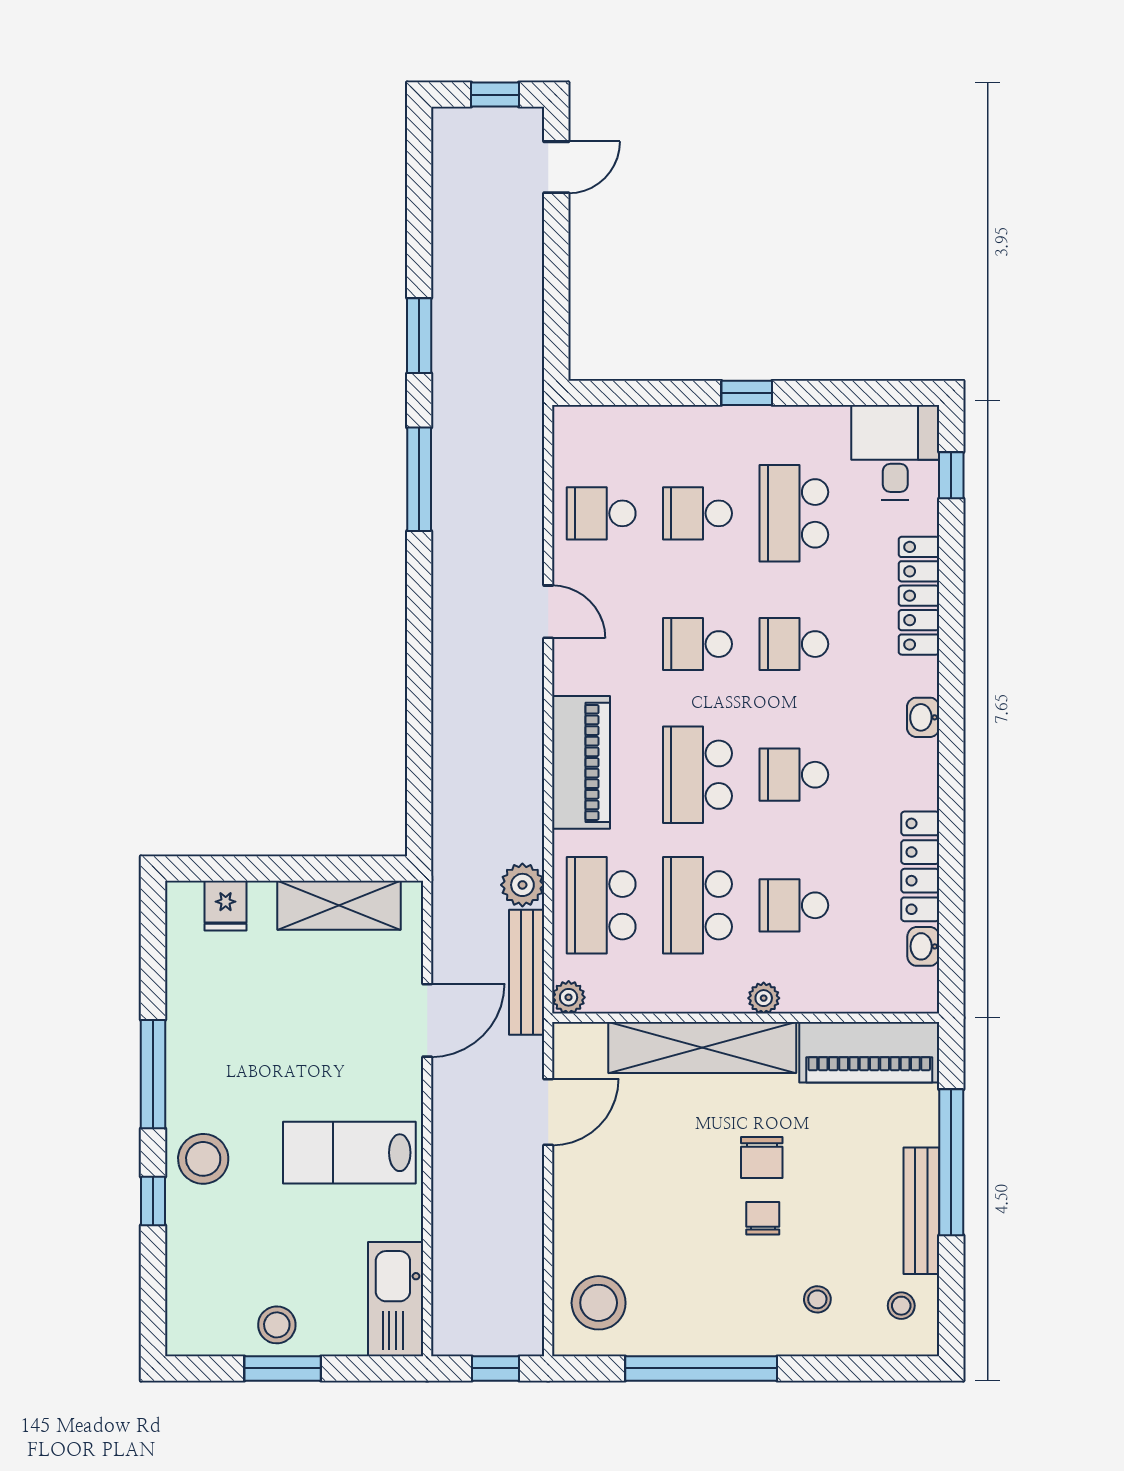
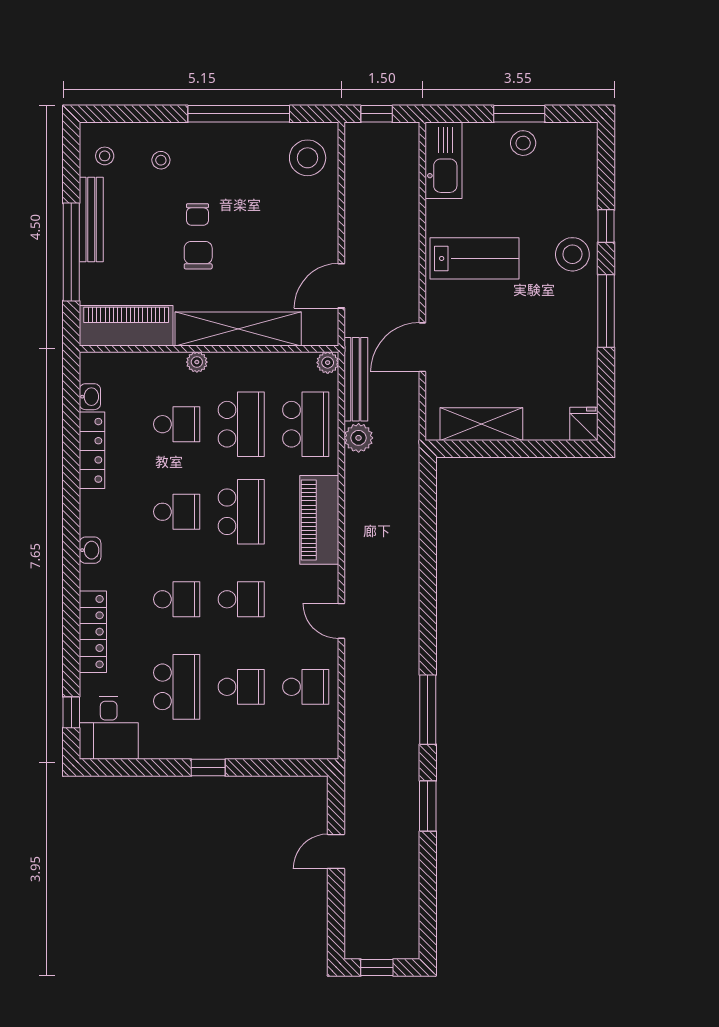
door: (556, 167) -> (336, 851), moved
fridge: (226, 906) -> (584, 424), moved

